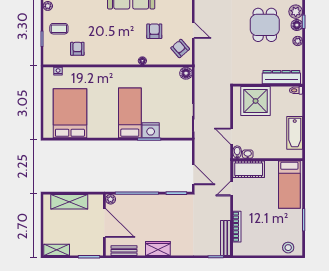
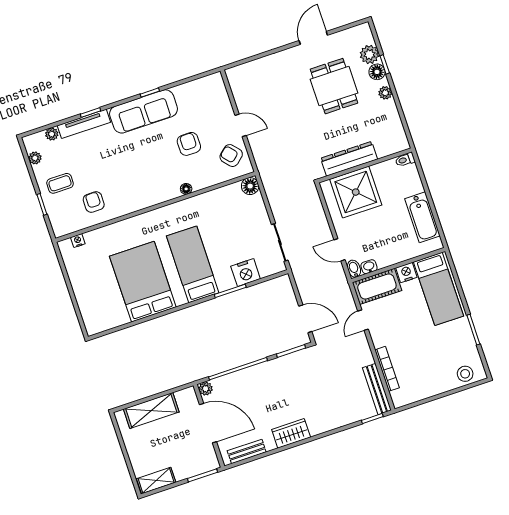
dresser: (281, 77) -> (349, 159), moved
bed: (70, 113) -> (143, 282), moved
nightstand: (151, 130) -> (246, 273), moved
nightstand: (272, 166) -> (406, 273), added

